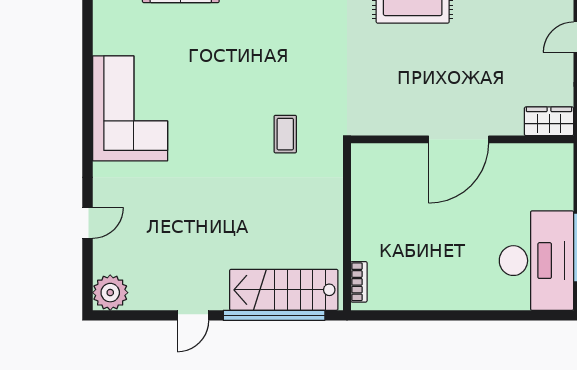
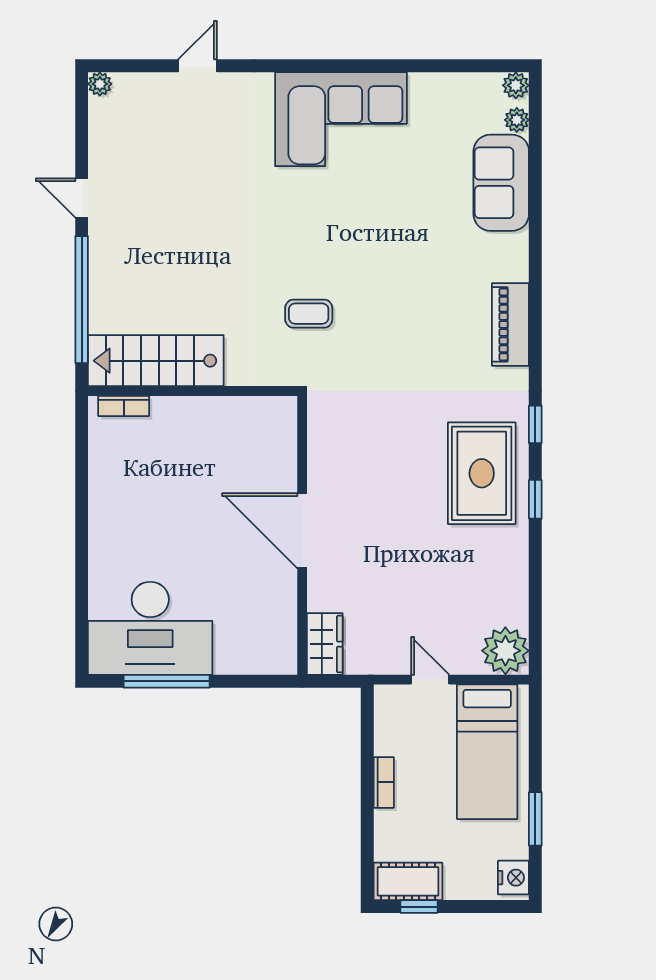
door: (87, 223) -> (197, 66), swing flipped
stairs: (284, 290) -> (156, 361), moved, turned -90
plant: (110, 293) -> (100, 84), width x0.53, depth x0.53

